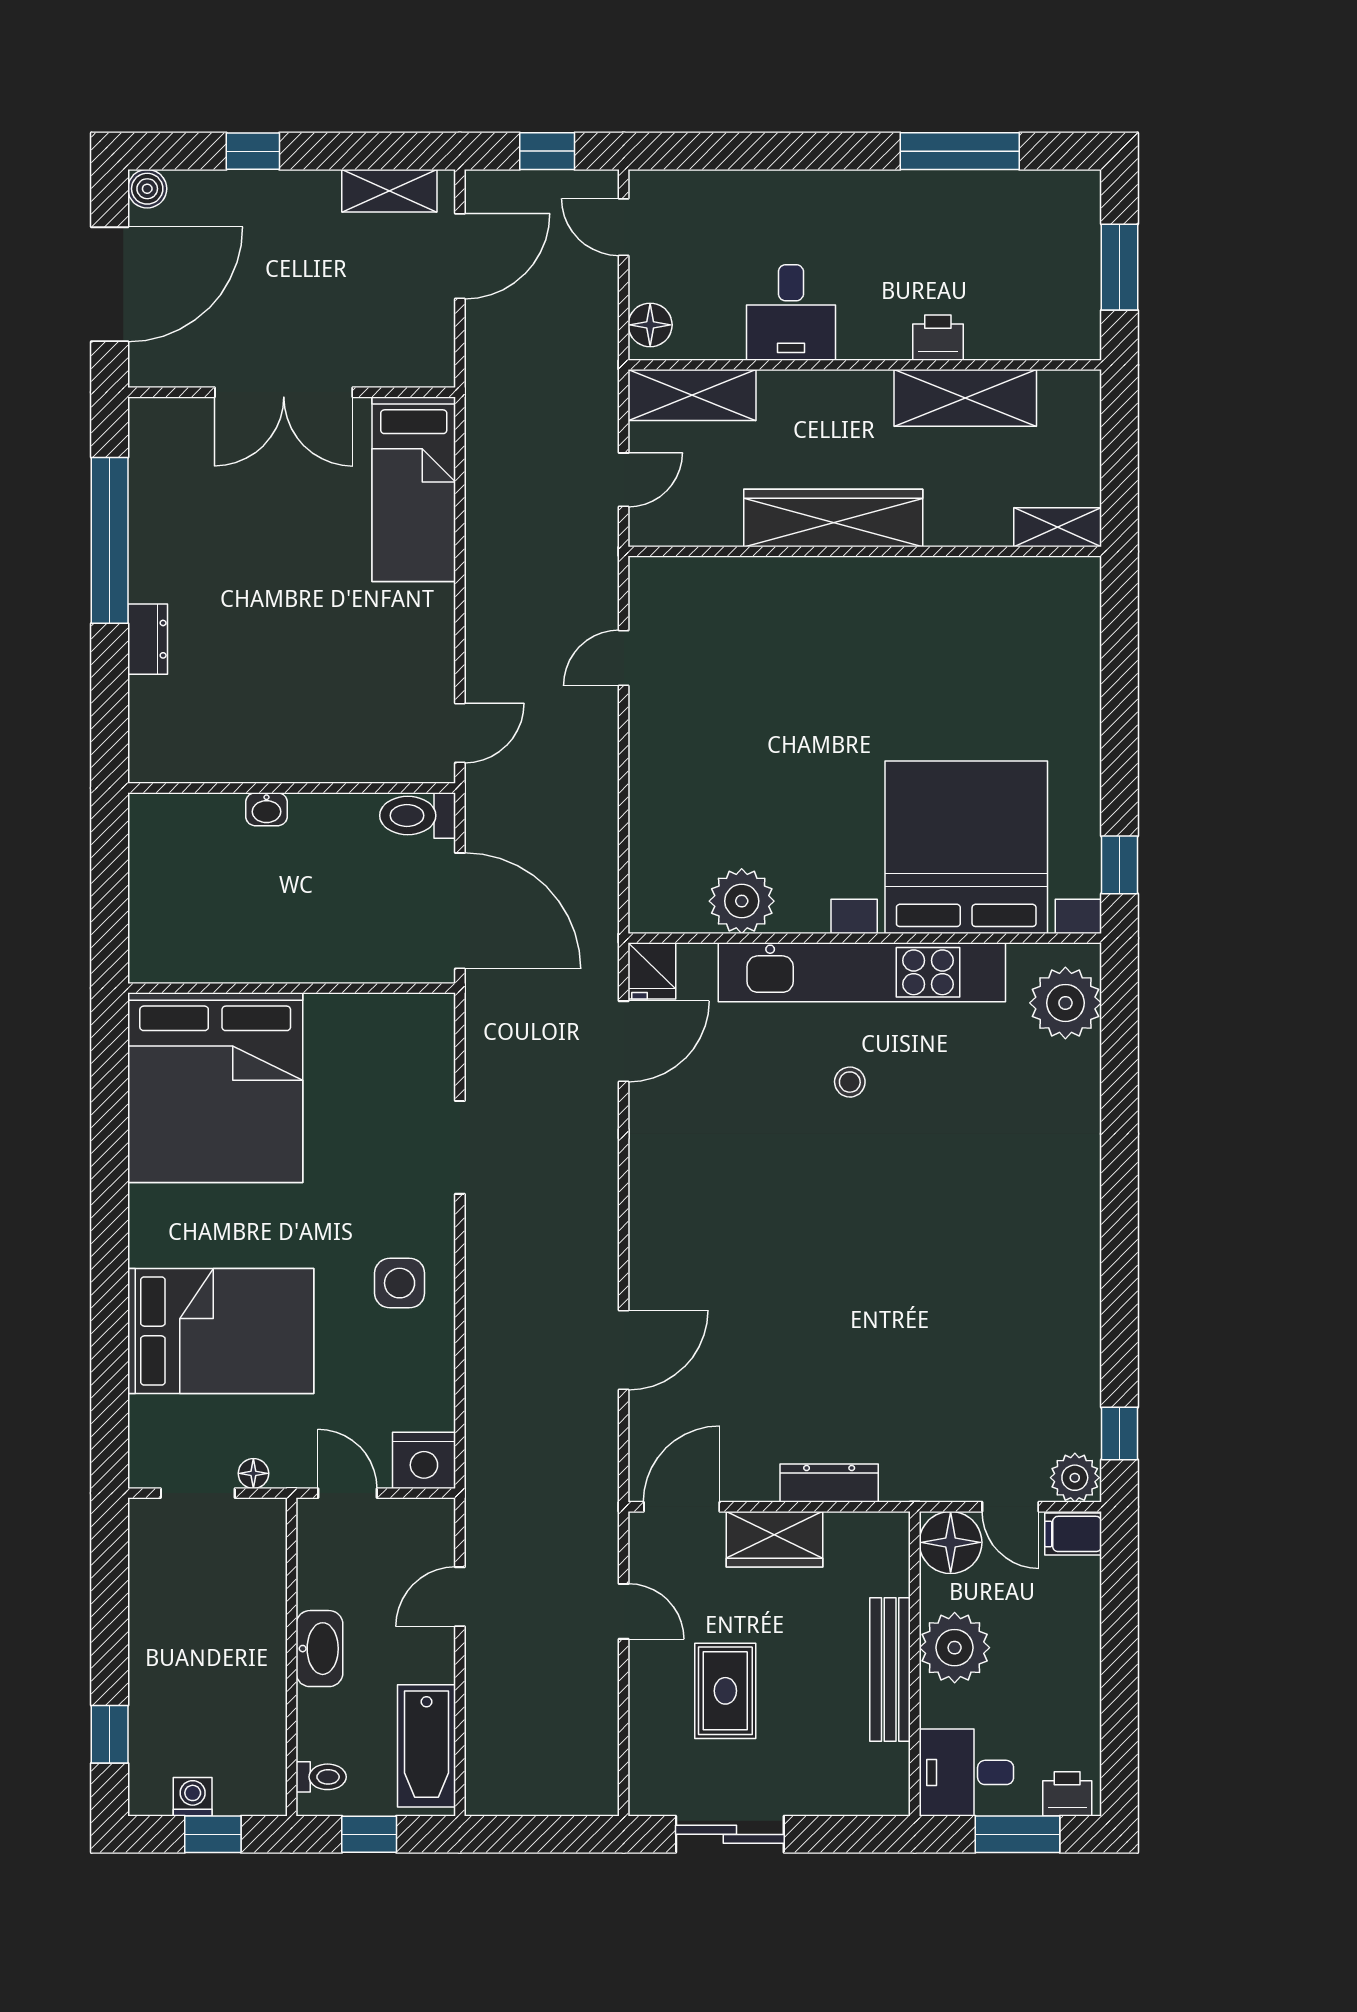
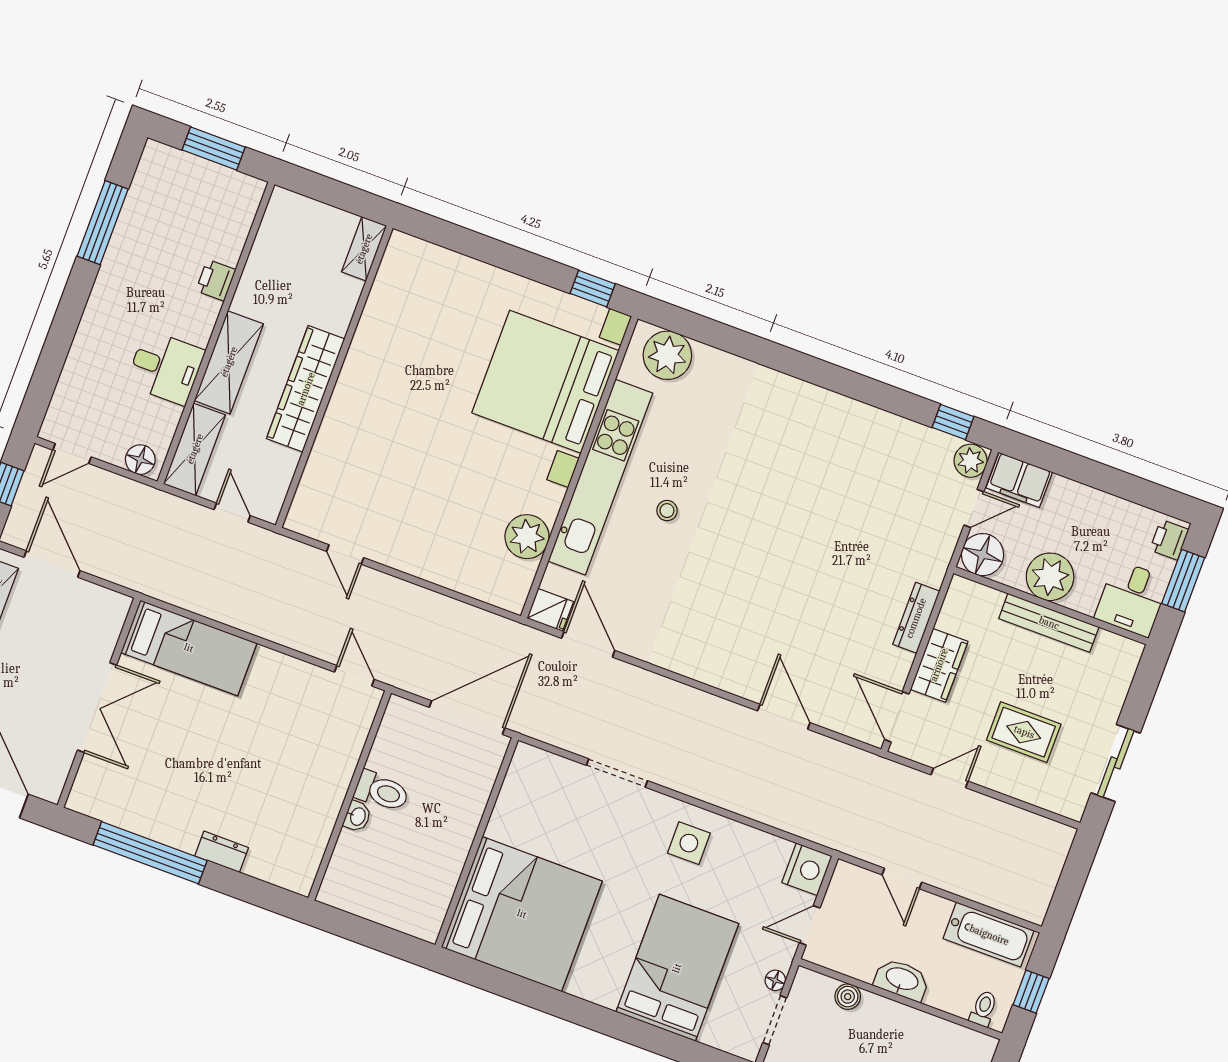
shelving: (965, 398) -> (229, 362), moved
toilet: (418, 816) -> (382, 791), moved, turned -90
filing cabinet: (1073, 1534) -> (1019, 480), width x2.00
boiler: (268, 1582) -> (848, 997), added

